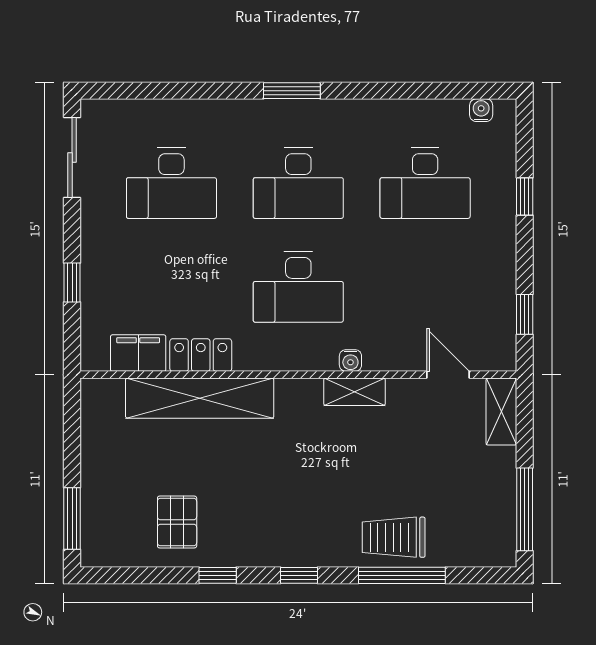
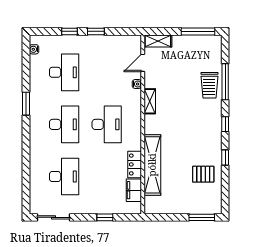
window: (292, 91) -> (26, 104), moved
window: (525, 314) -> (96, 31), moved
water cooler: (350, 361) -> (137, 84), moved

